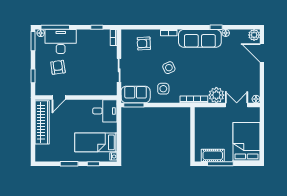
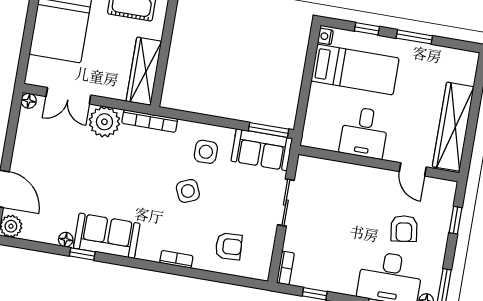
sofa: (200, 38) -> (107, 236), width x0.73
door: (59, 98) -> (413, 169), swing flipped
desk: (105, 111) -> (364, 133), moved, turned -90
wardrobe: (201, 124) -> (144, 71), added

